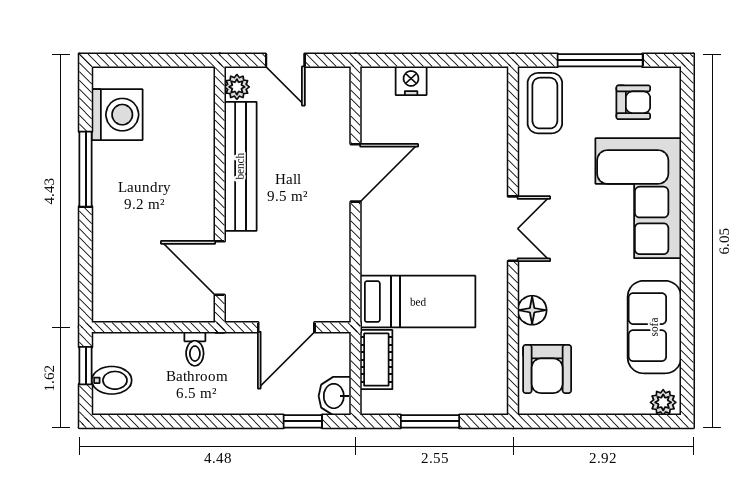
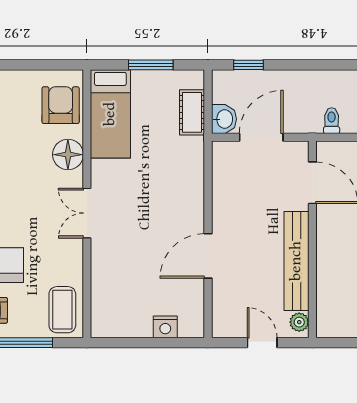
bed: (418, 302) -> (110, 114), moved, turned -90
floor lamp: (532, 310) -> (68, 155), width x1.38, depth x1.38
washbasin: (335, 396) -> (224, 119), moved

